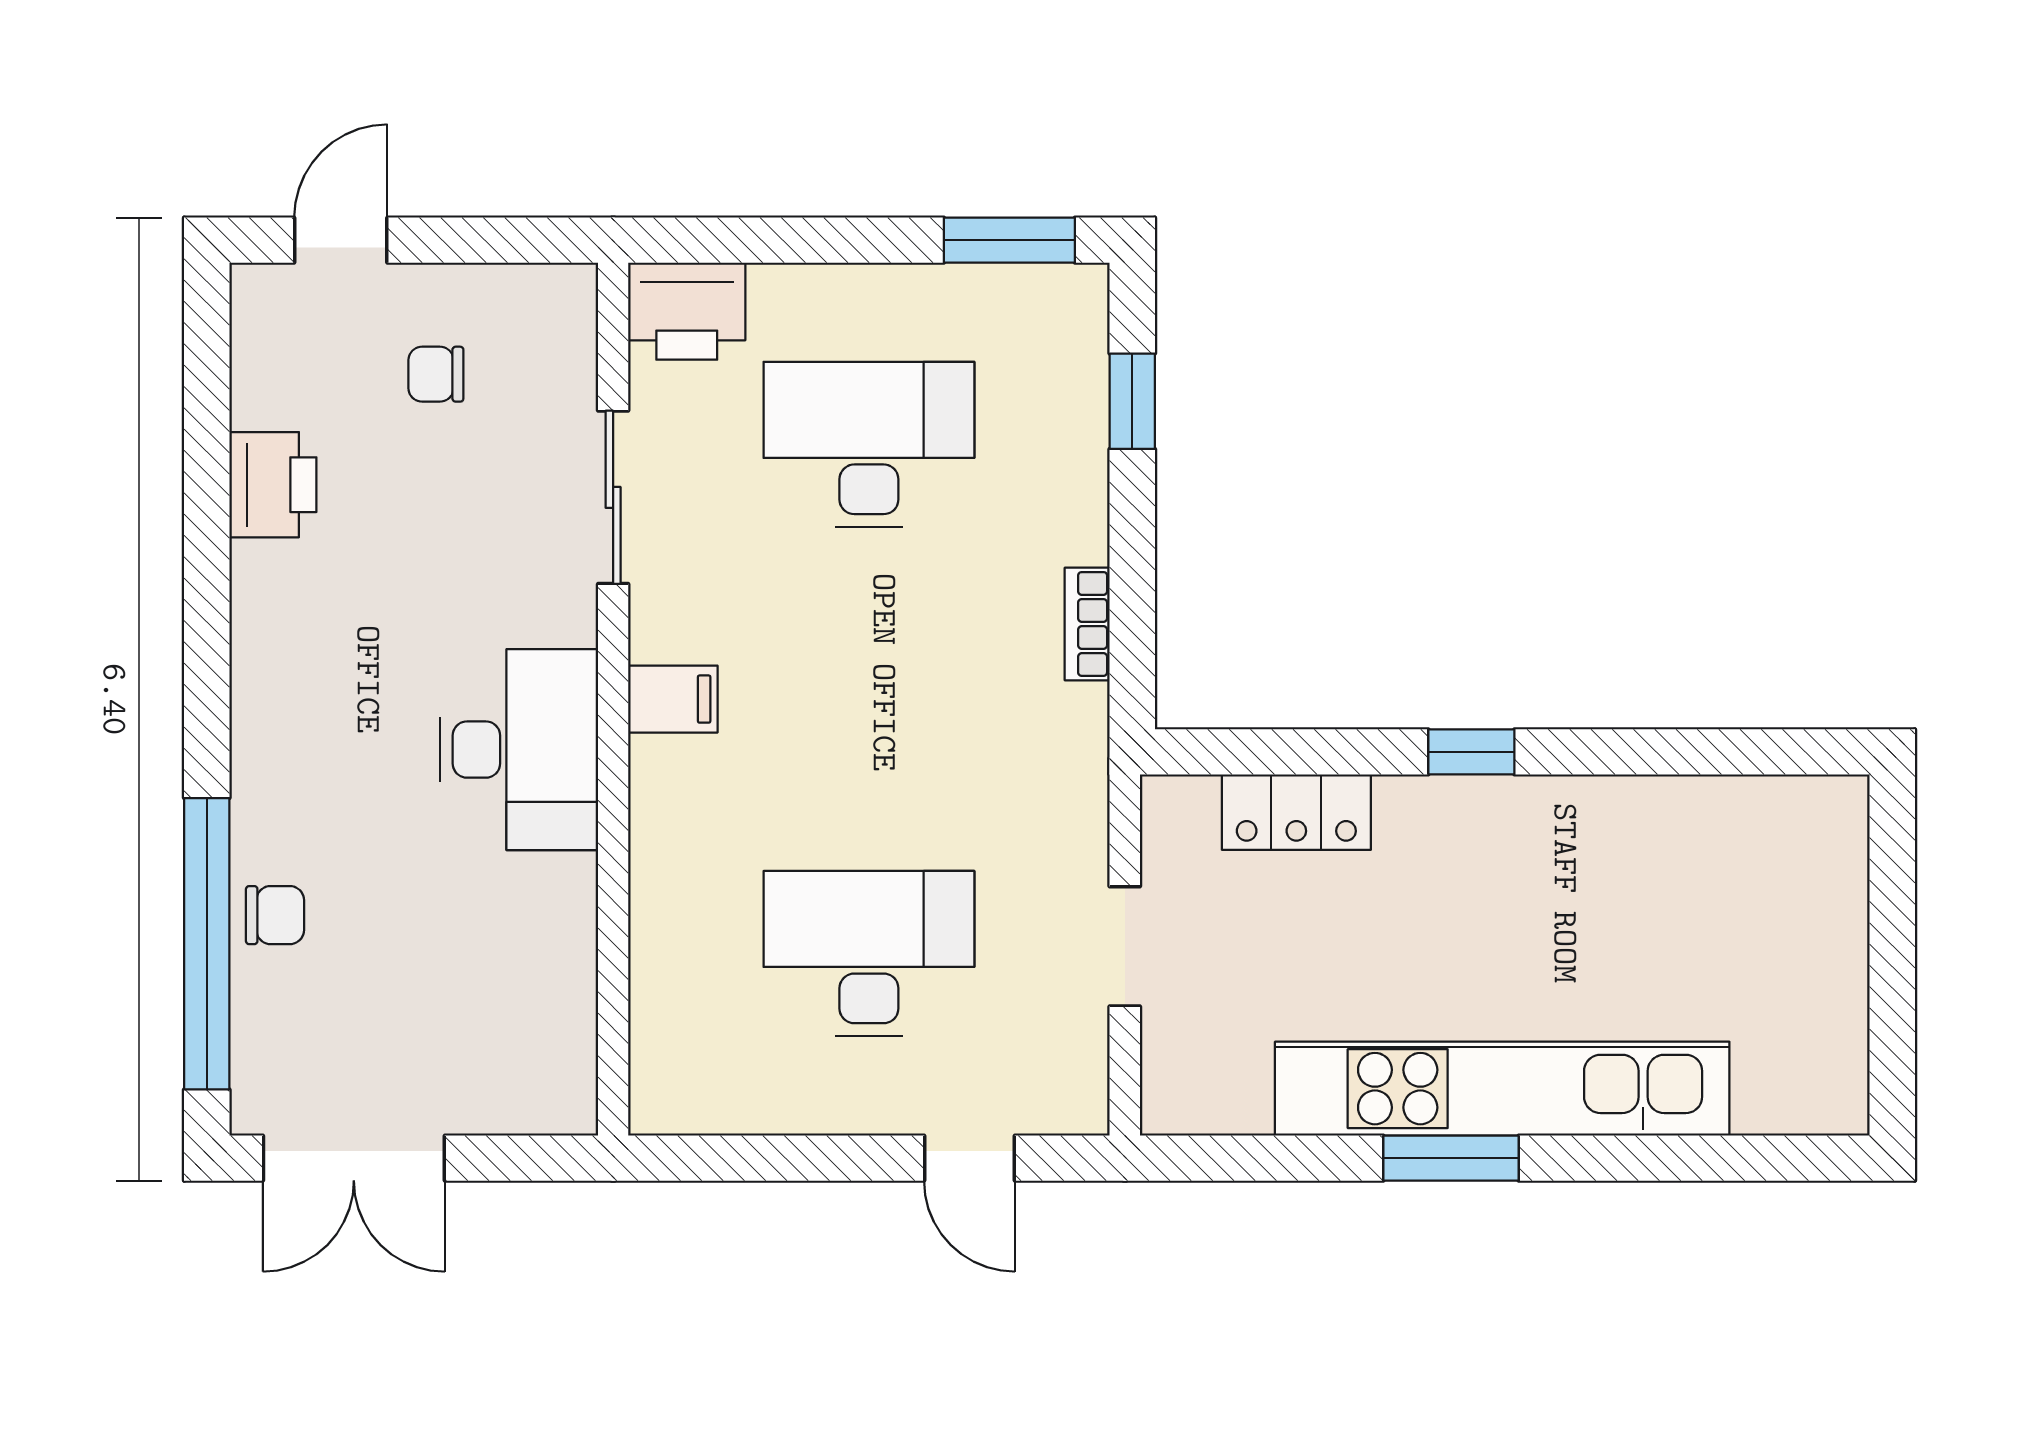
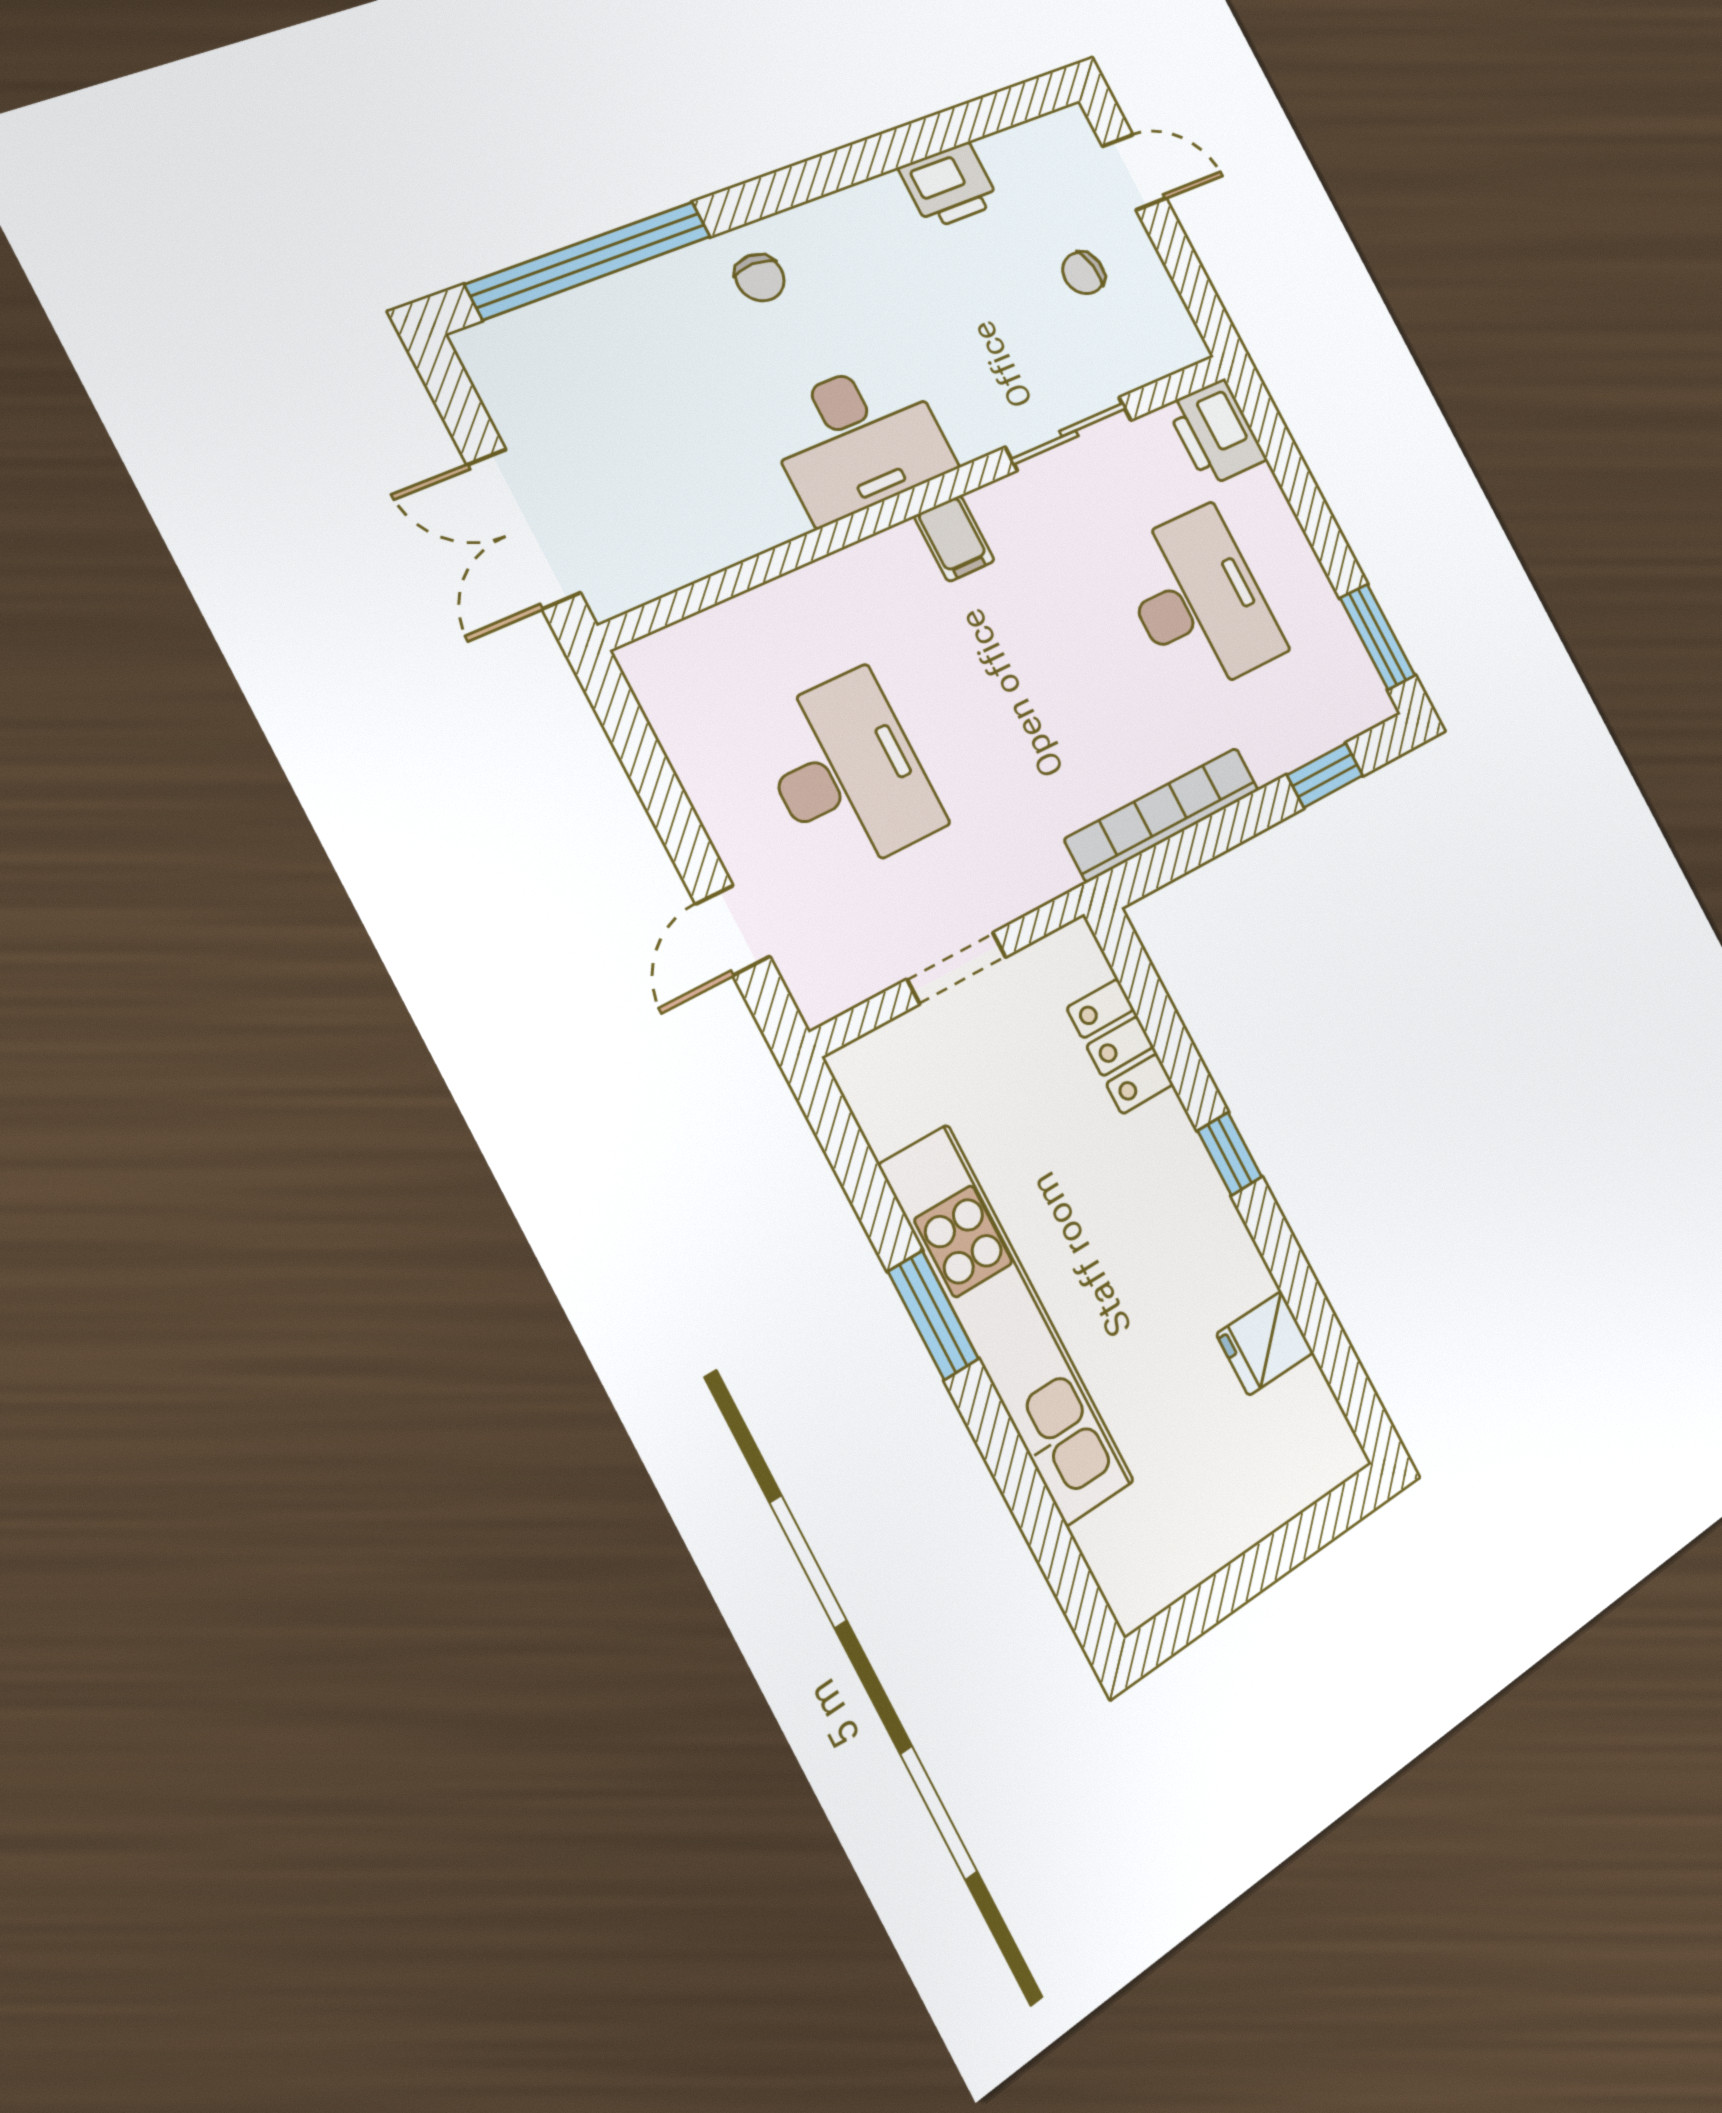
chair: (436, 374) -> (1084, 273), turned -101
bookcase: (1087, 624) -> (1163, 814), width x2.31, depth x1.31
fridge: (1681, 823) -> (1265, 1343), added
chair: (275, 915) -> (760, 278), moved
double door: (354, 1158) -> (524, 529), moved

